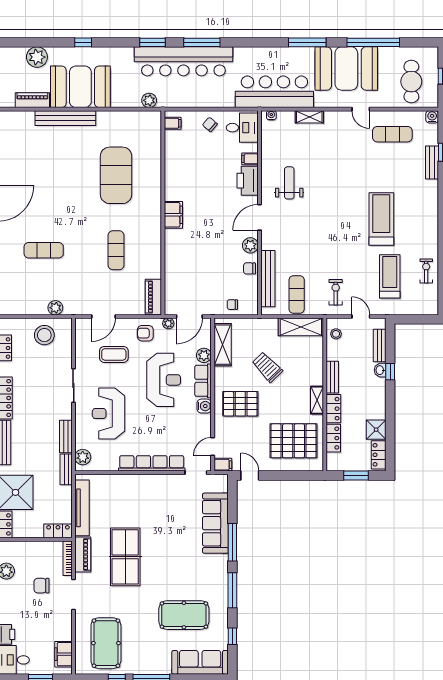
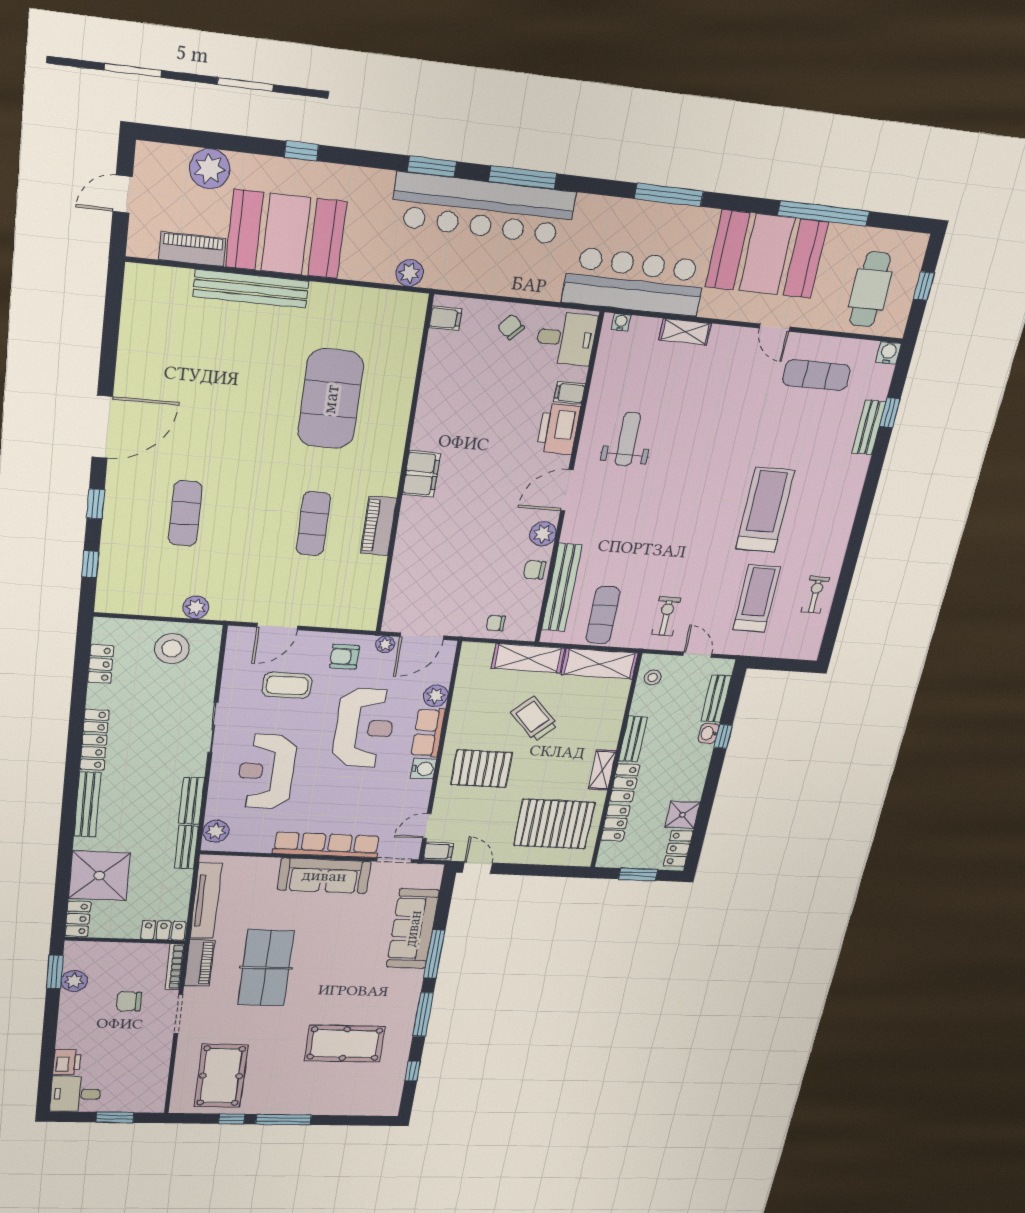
window: (307, 42) -> (669, 195), moved
exercise mat: (44, 250) -> (185, 513), turned 90
piano: (153, 297) -> (378, 526), moved
shelving: (223, 345) -> (528, 658), moved, turned 90
filing cabinet: (63, 654) -> (154, 1088), removed
sofa: (200, 662) -> (324, 876), moved, turned 180

